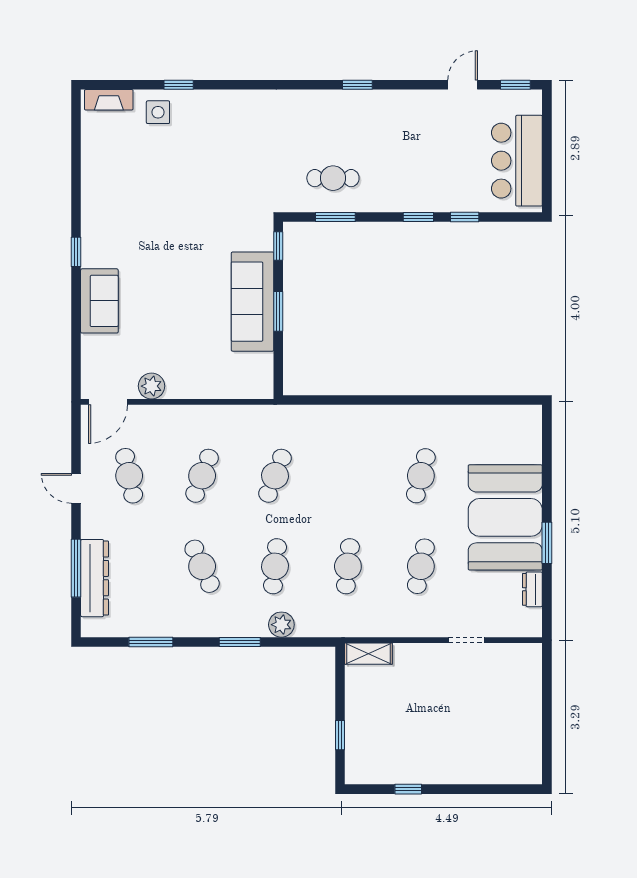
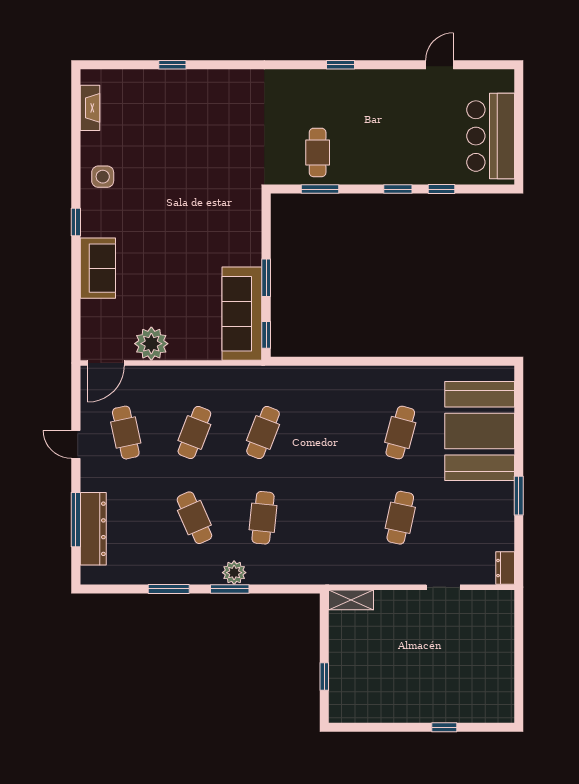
window: (515, 85) -> (489, 65), removed
fireplace: (109, 100) -> (90, 108), moved, turned -90
side table: (158, 112) -> (103, 177), moved
cafe table: (333, 178) -> (318, 152), turned 90
window: (278, 246) -> (266, 335), moved
sofa: (253, 302) -> (242, 314), moved
plant: (151, 386) -> (151, 344), width x1.36, depth x1.36
booth: (505, 517) -> (480, 431), moved
cafe table: (348, 566) -> (332, 518), removed
dresser: (532, 589) -> (505, 568), moved
plant: (281, 625) -> (234, 573), moved
window: (151, 642) -> (169, 589), moved
window: (408, 789) -> (444, 727), moved

